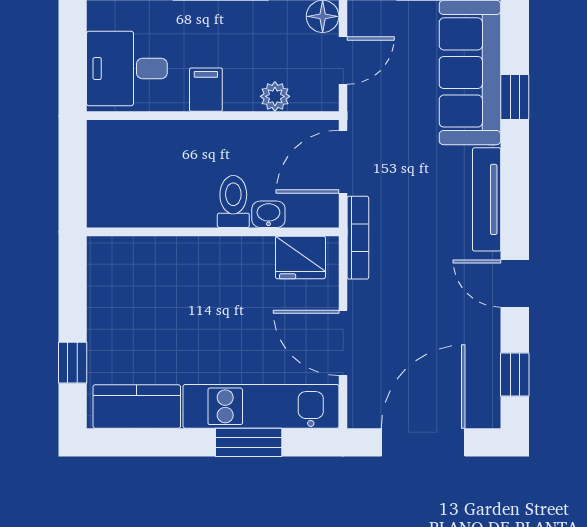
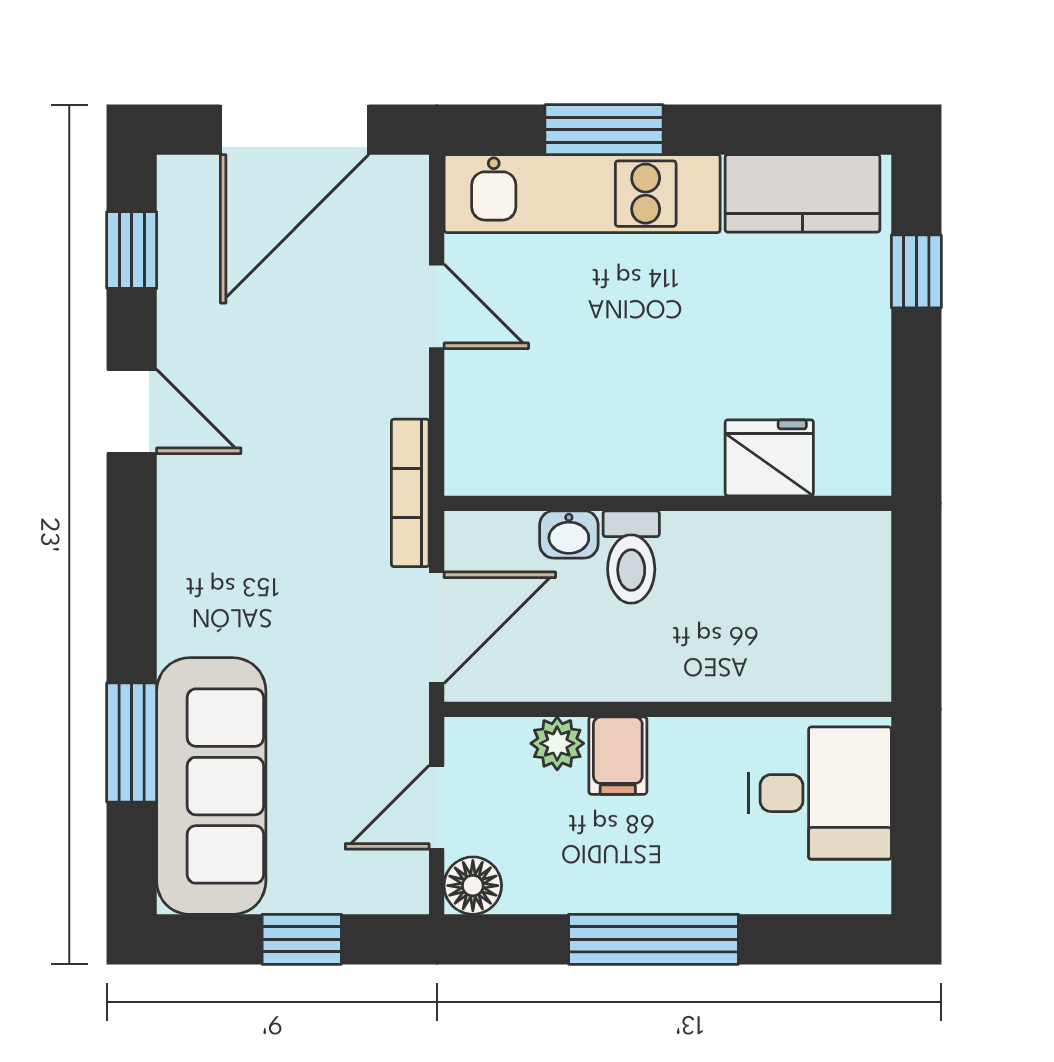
filing cabinet: (206, 90) -> (618, 756), moved
window: (515, 97) -> (132, 742), width x1.50
tv unit: (487, 199) -> (182, 561), removed
fridge: (300, 257) -> (769, 458), moved
door: (343, 343) -> (437, 306), width x0.73

